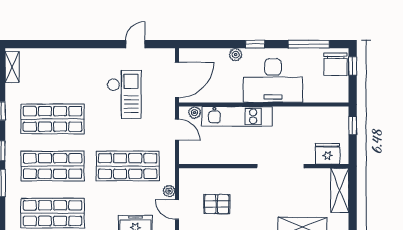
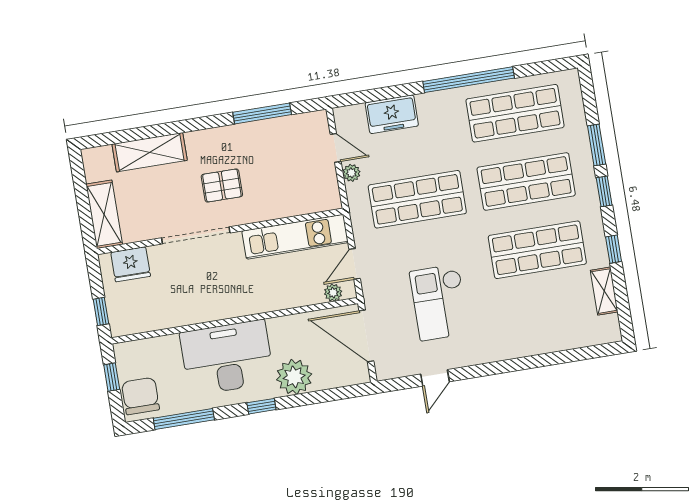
plant: (236, 55) -> (294, 377), width x1.88, depth x1.88
window: (353, 66) -> (112, 377), moved
shelving: (12, 67) -> (604, 291), moved
door: (177, 80) -> (366, 336), hinge flipped
kitchen unit: (237, 116) -> (295, 237), moved, turned 180
door: (177, 130) -> (355, 264), hinge flipped
pallet: (217, 204) -> (222, 185), moved

